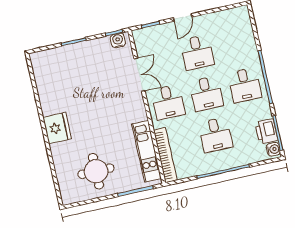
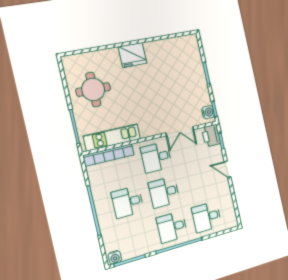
desk: (197, 52) -> (207, 217), moved
printer: (266, 131) -> (211, 136), moved, turned -90

